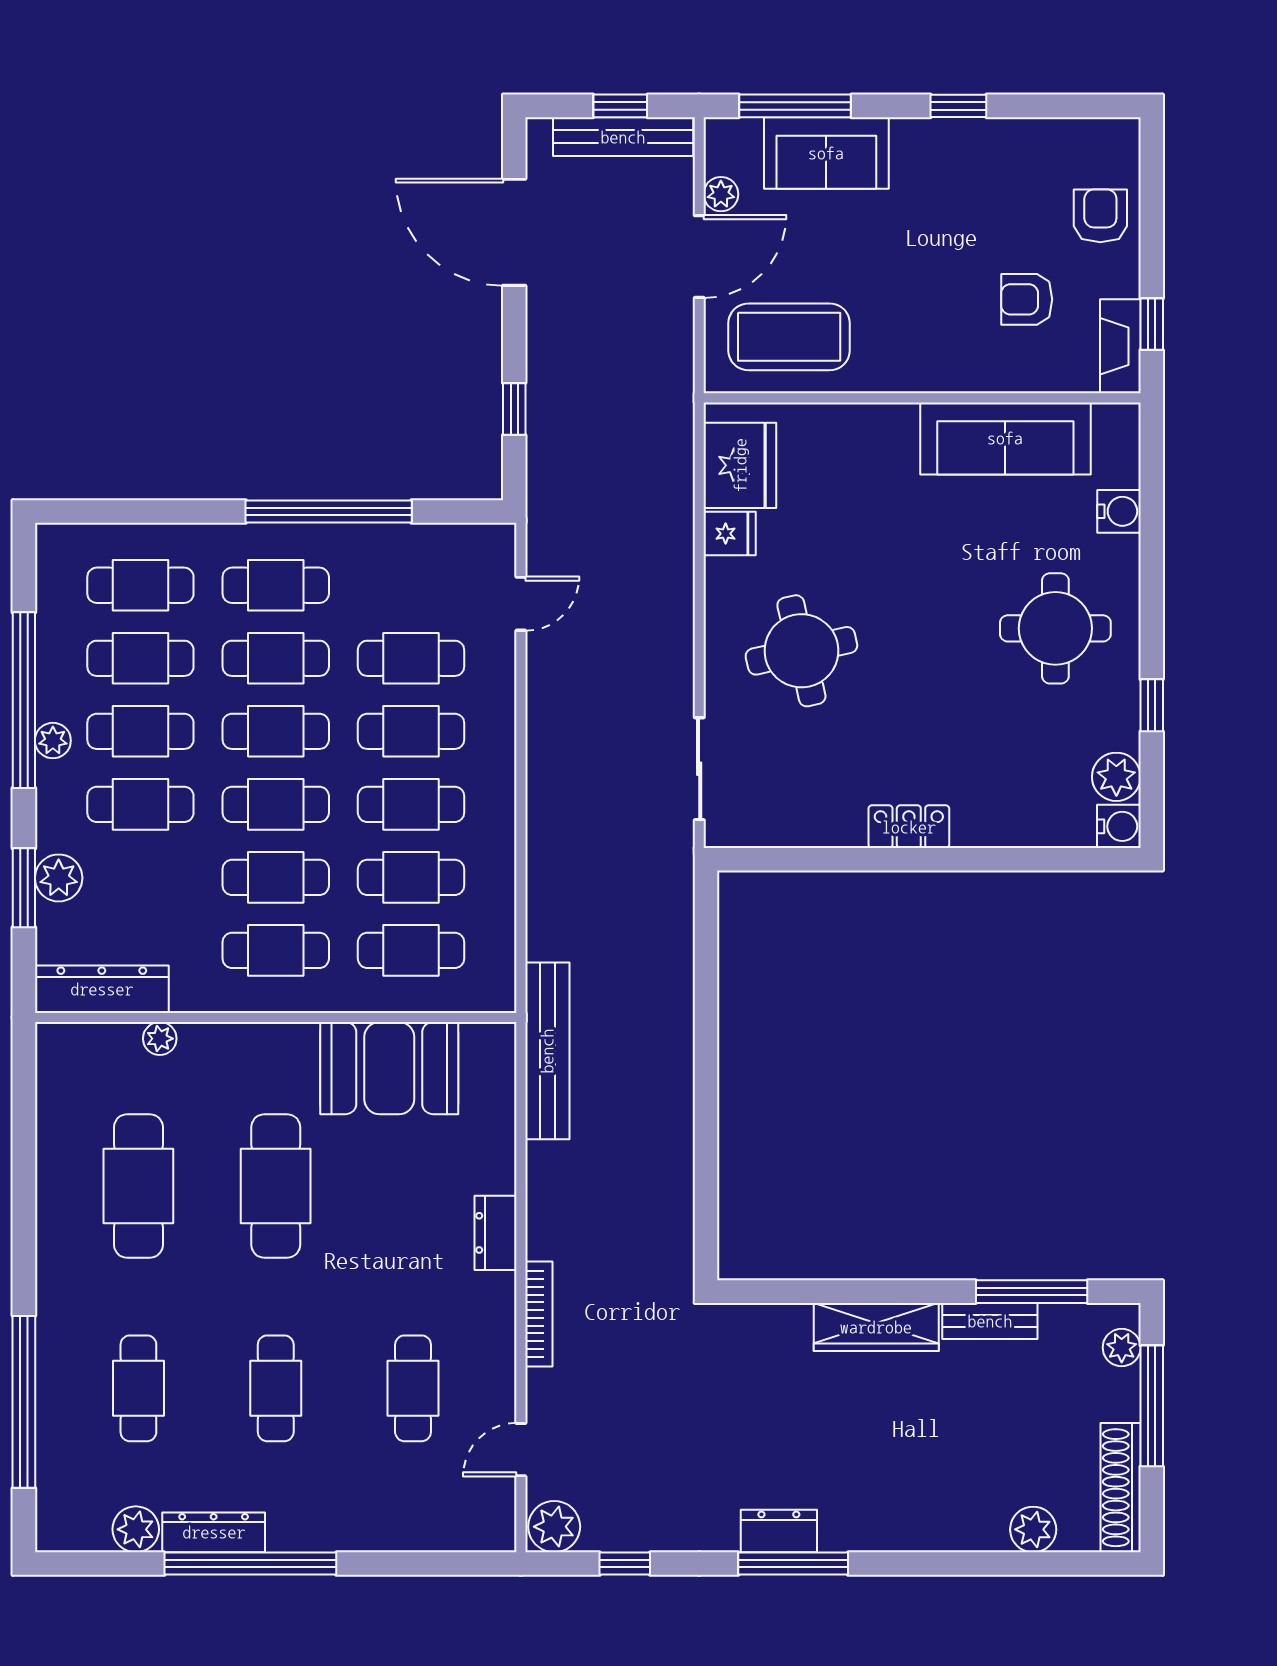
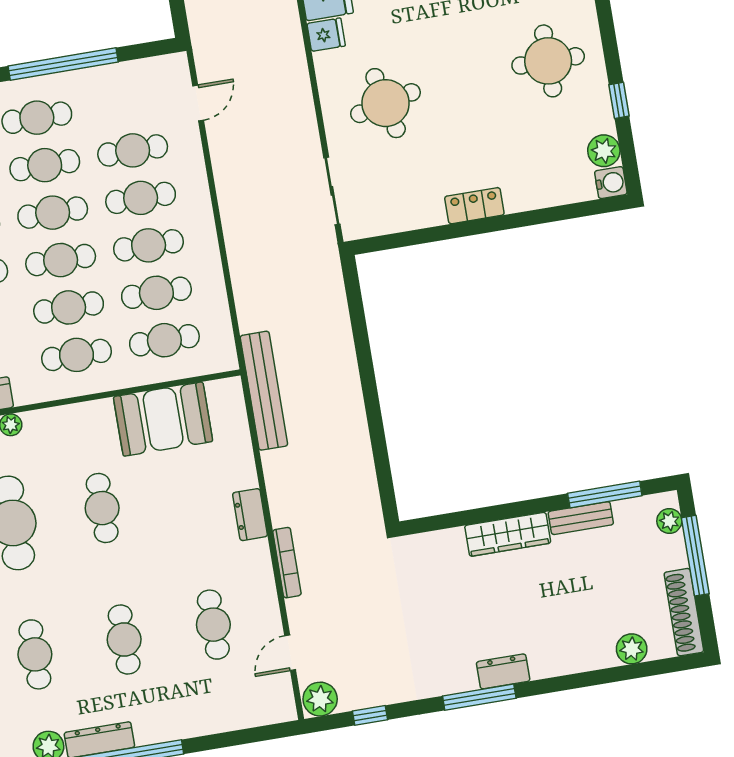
cafe table: (276, 1186) -> (102, 508), width x0.73, depth x0.74
dresser: (779, 1531) -> (503, 671), moved

